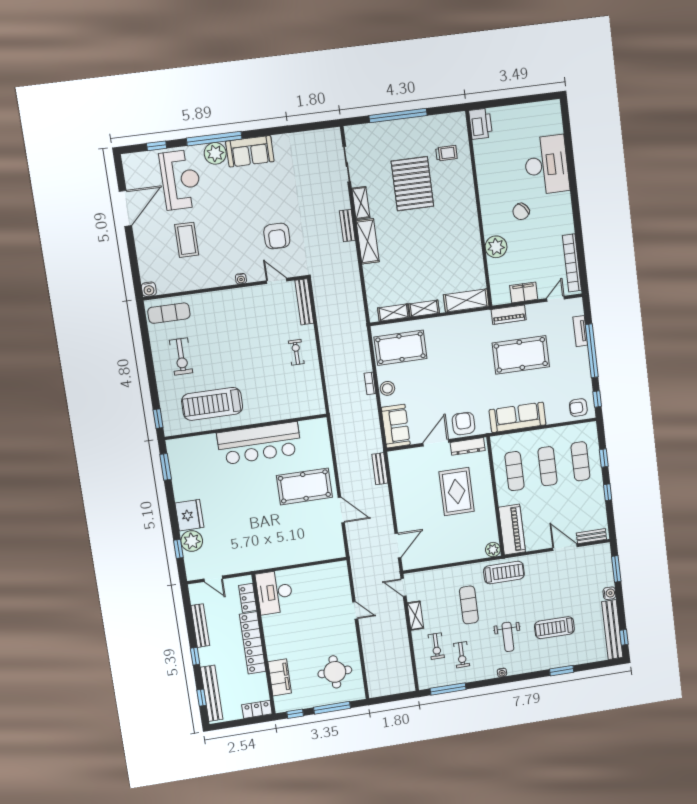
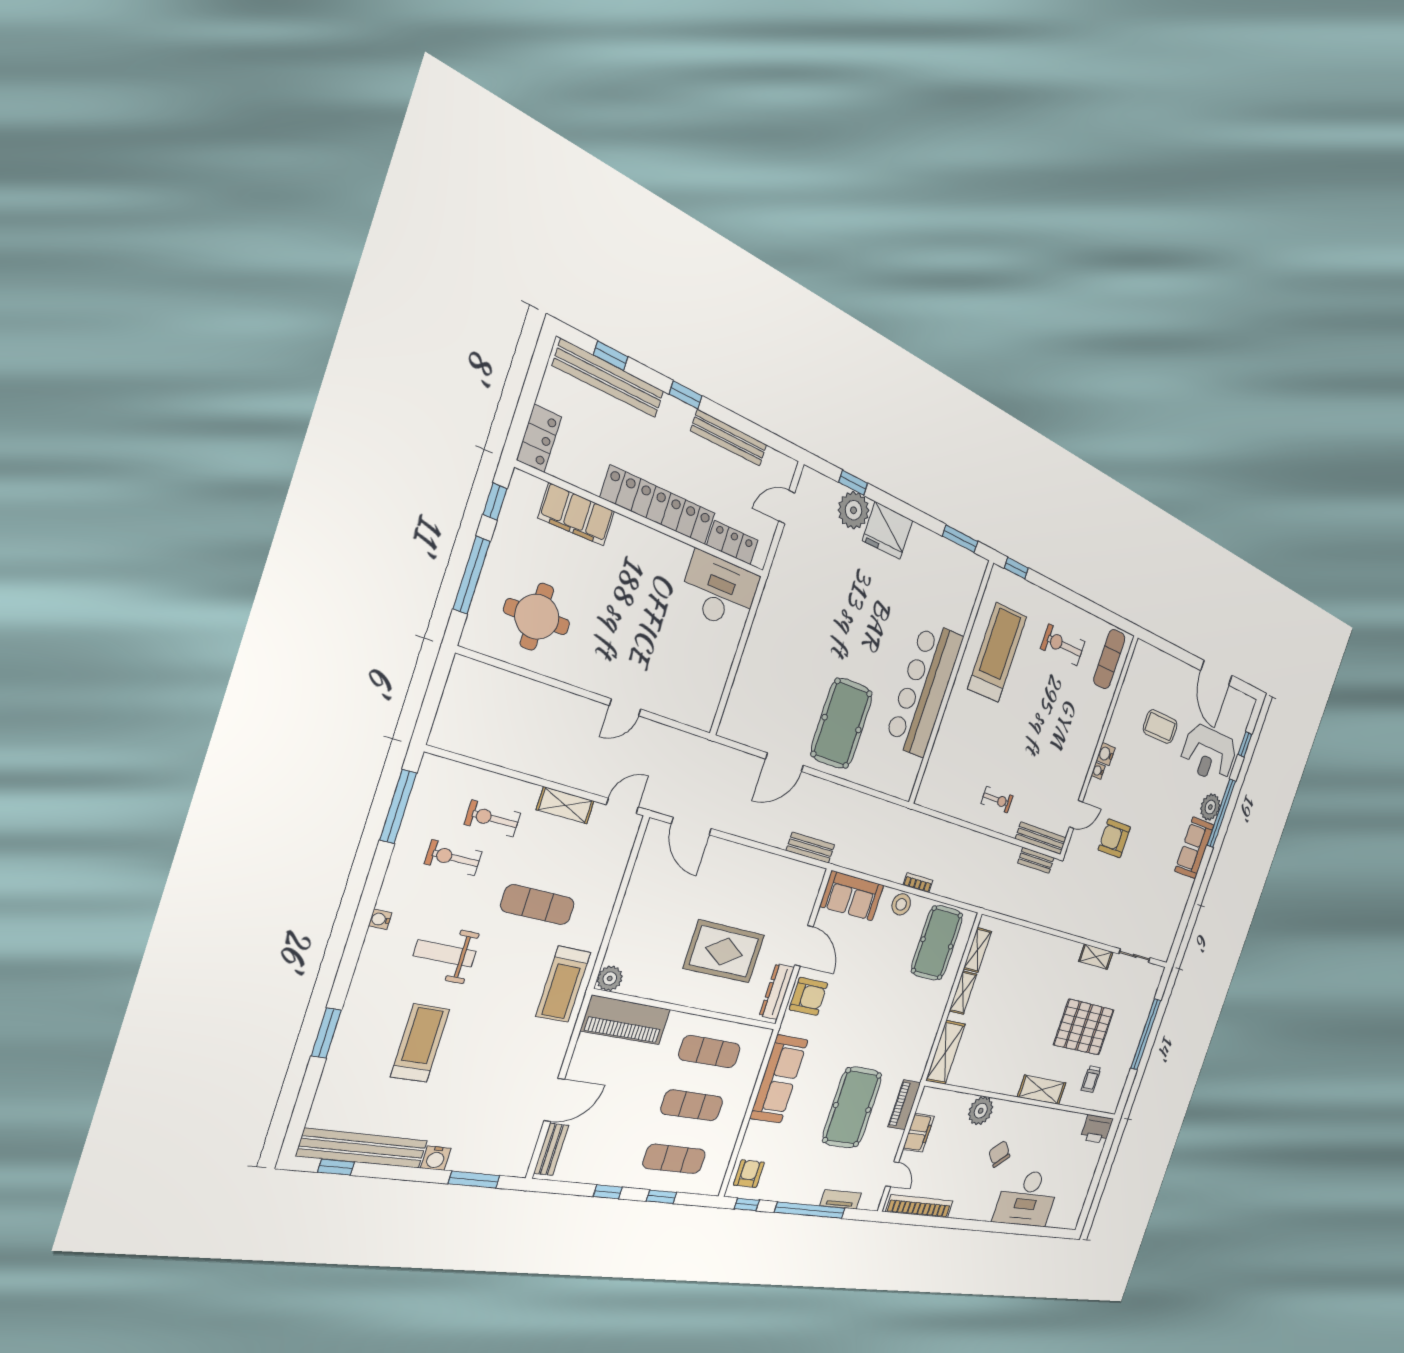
bench: (347, 226) -> (1036, 860), moved
shelving: (368, 241) -> (1042, 1090), moved
water cooler: (149, 289) -> (1106, 754), moved

